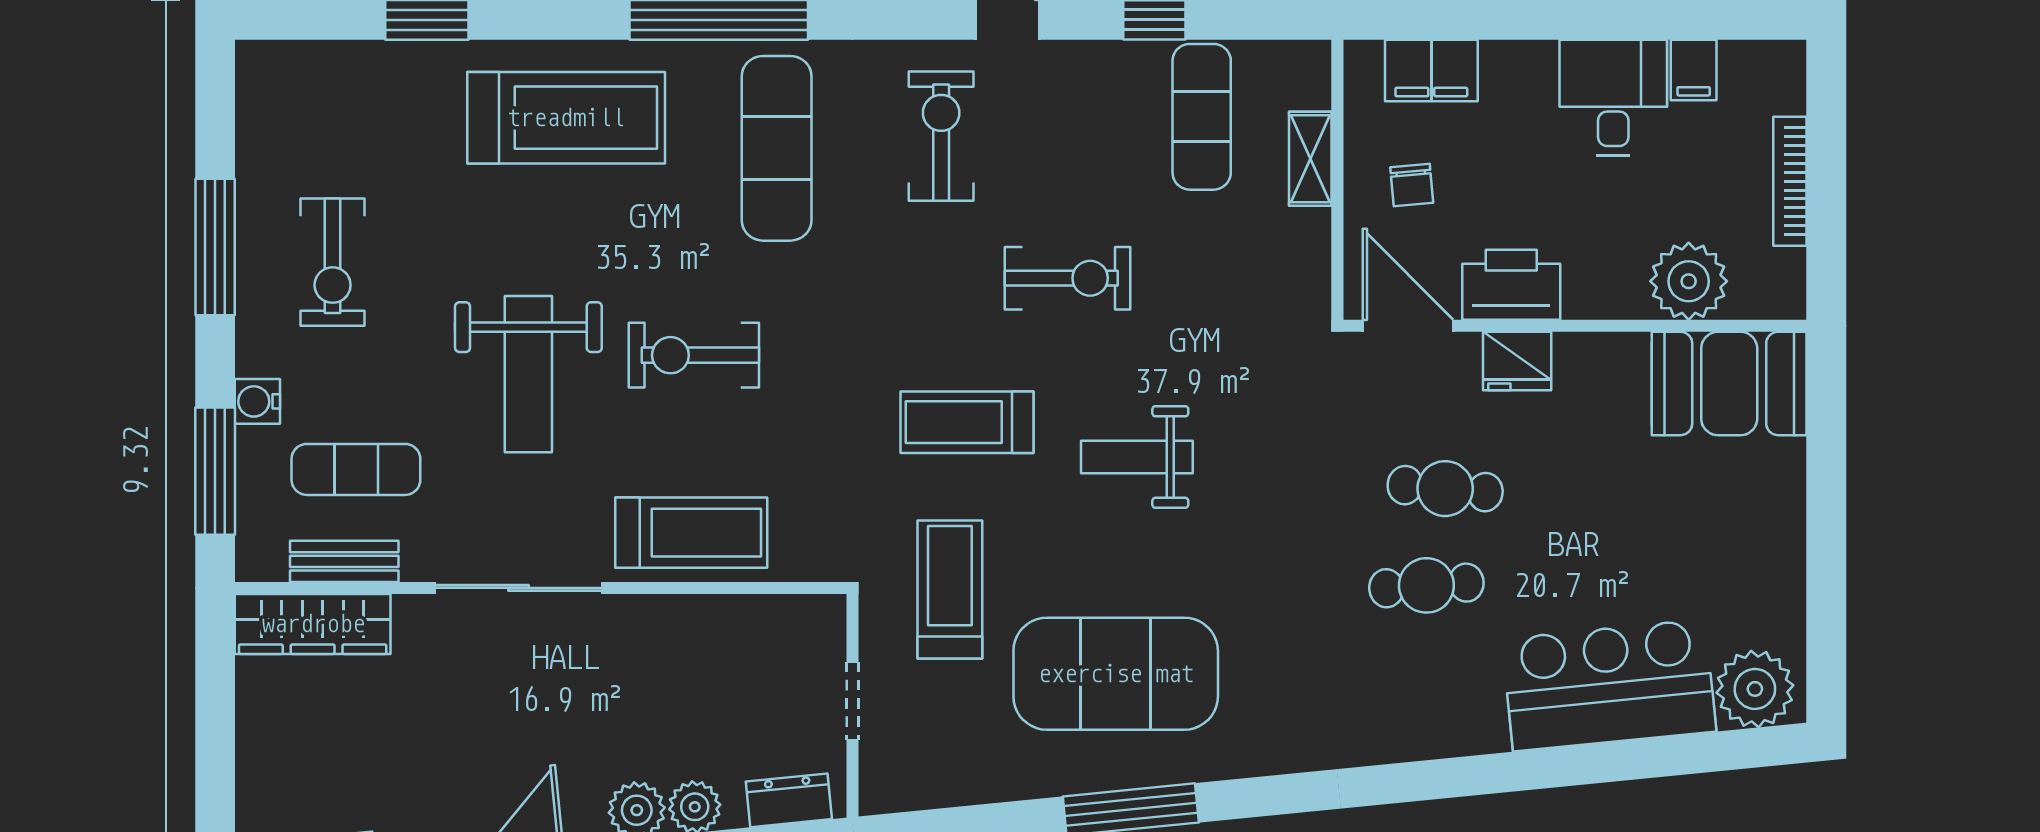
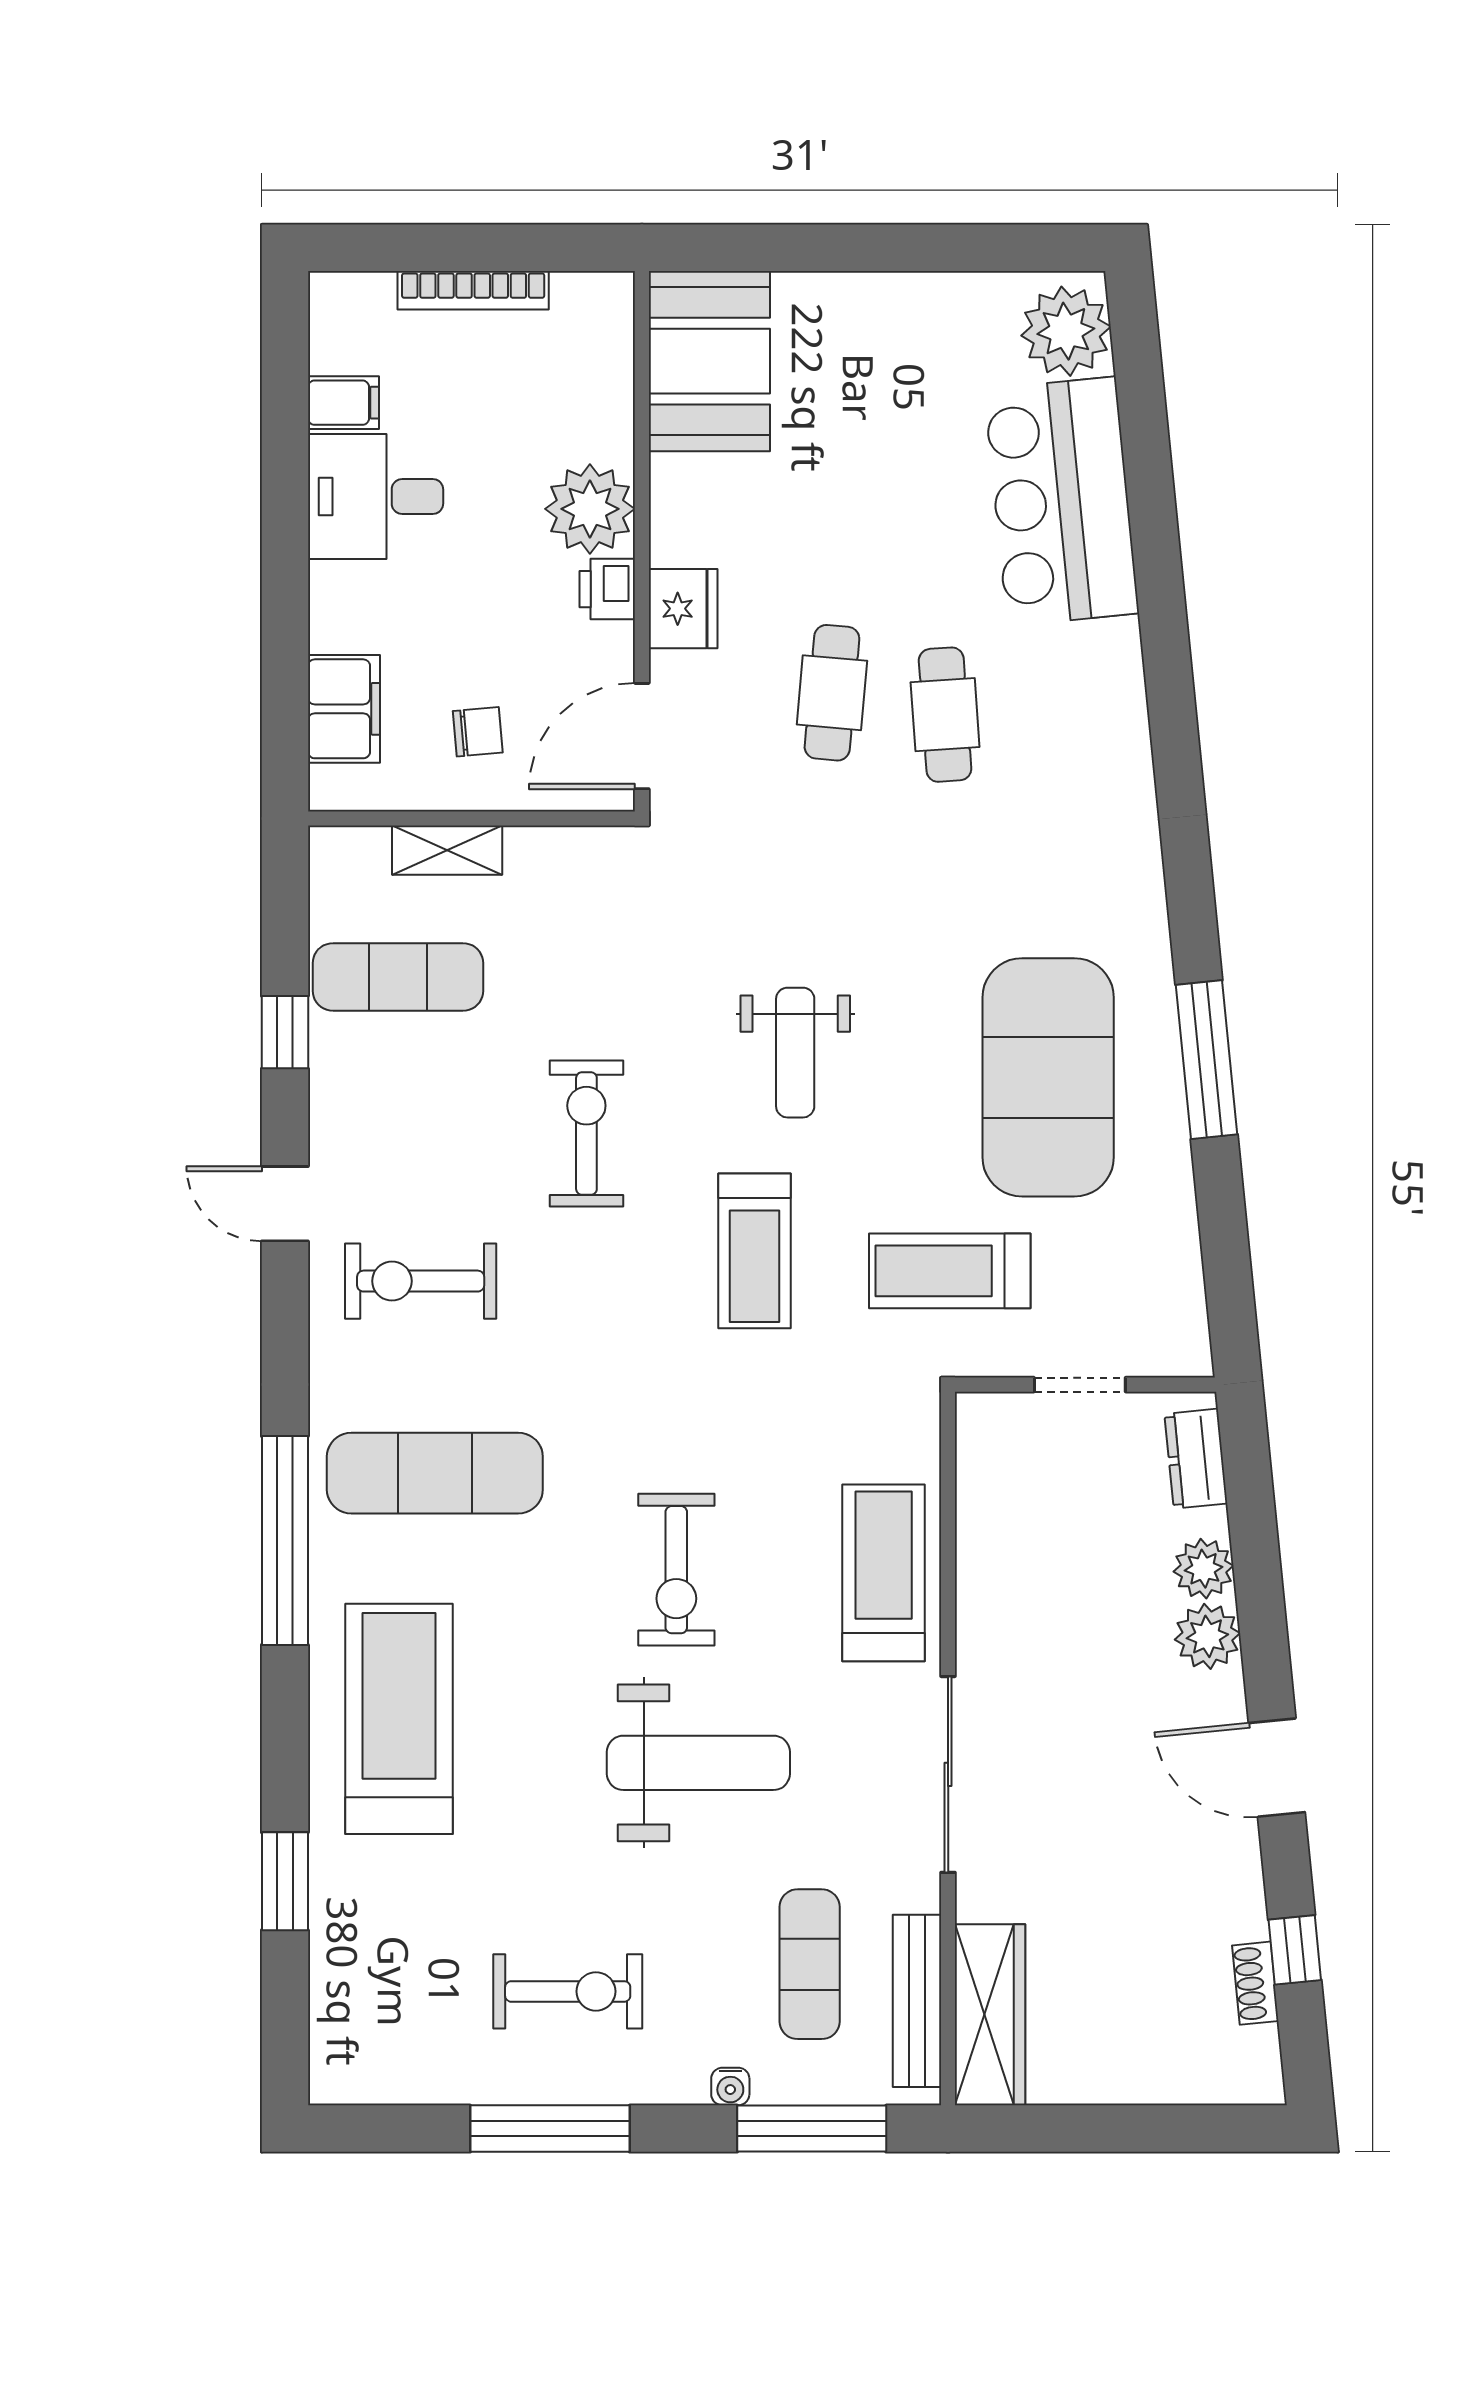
plant: (1689, 281) -> (590, 509), moved
printer: (1511, 285) -> (607, 589), width x0.53, depth x0.68
water cooler: (257, 401) -> (730, 2086), width x0.72, depth x0.72
bench: (344, 561) -> (917, 2001), width x1.36

